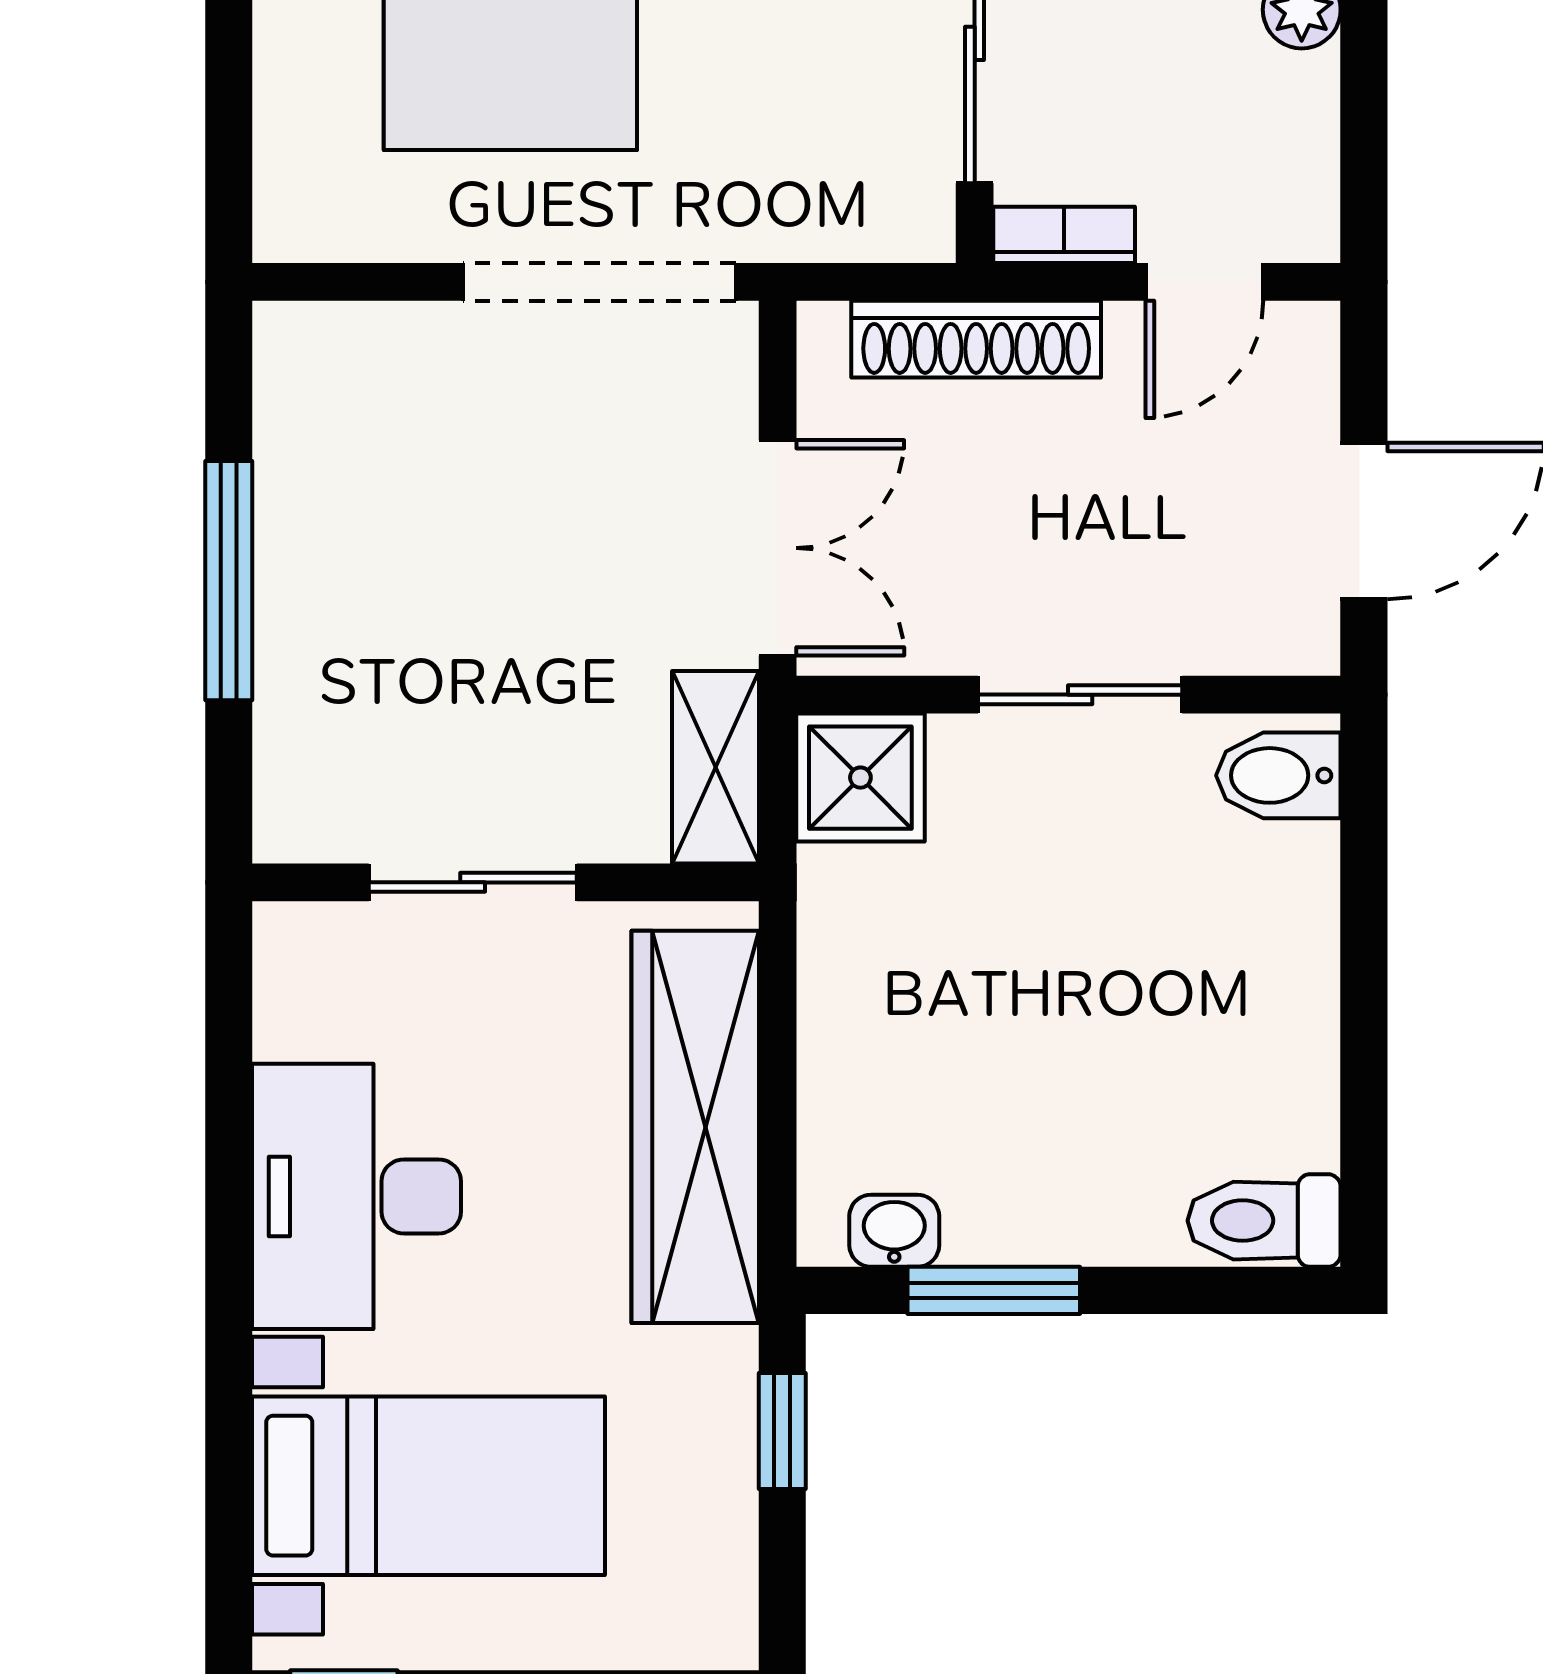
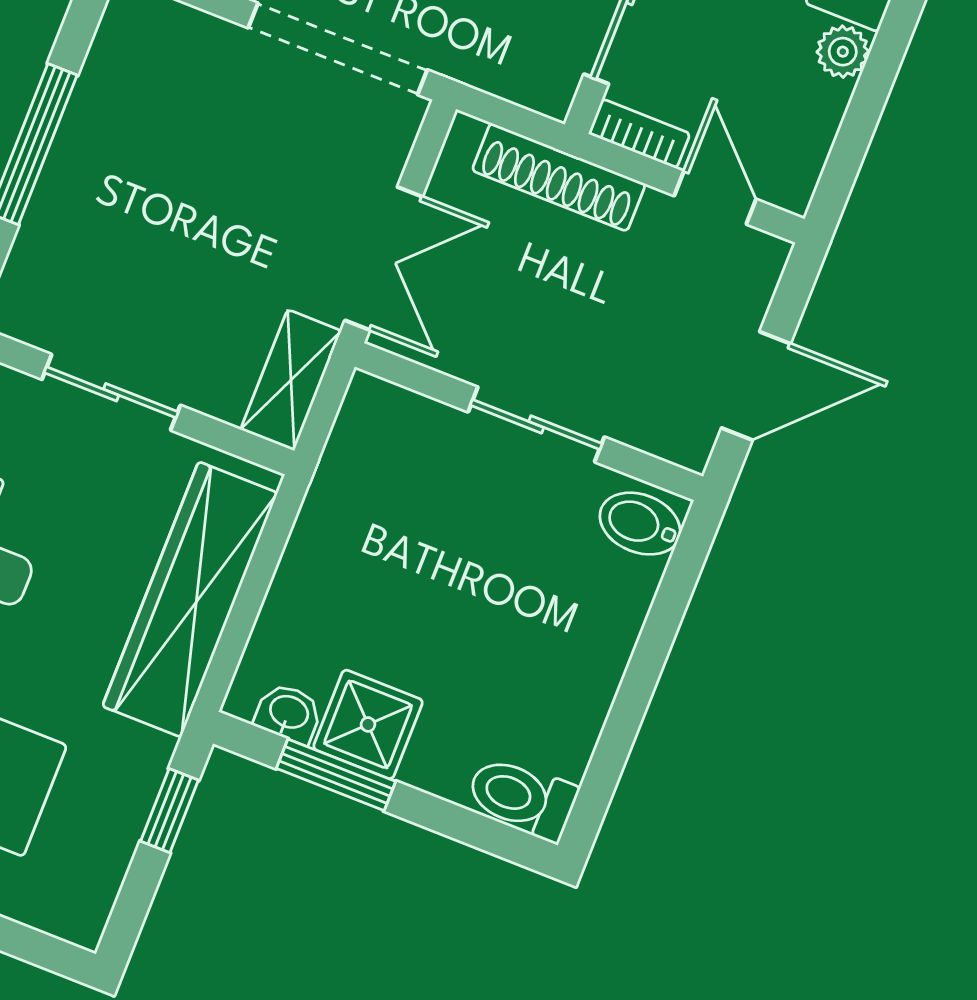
door: (1204, 282) -> (715, 198), swing flipped
shower: (860, 778) -> (368, 724), moved

